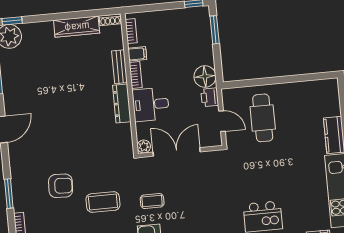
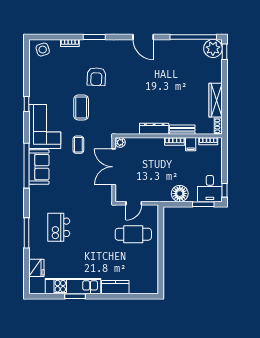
floor lamp: (205, 76) -> (180, 194), moved
printer: (210, 97) -> (153, 196), removed
desk: (151, 104) -> (210, 189), moved, turned 180
double door: (177, 152) -> (114, 167), swing flipped

